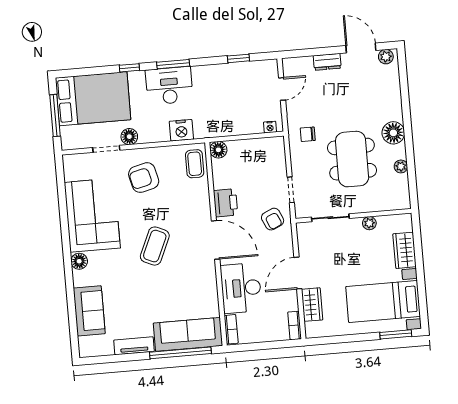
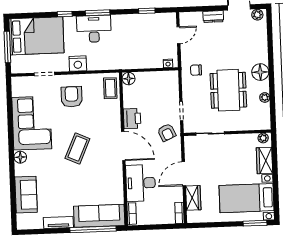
nightstand: (181, 130) -> (78, 64), moved
floor lamp: (129, 137) -> (62, 66), removed
armchair: (144, 178) -> (72, 97), turned 104
plant: (369, 223) -> (263, 138), moved

